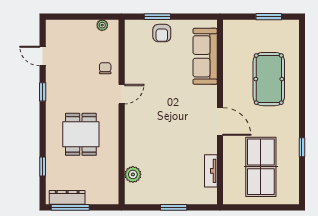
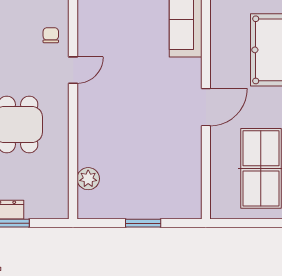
door: (220, 121) -> (206, 107), hinge flipped
tv unit: (211, 171) -> (193, 174), removed

